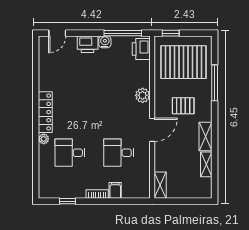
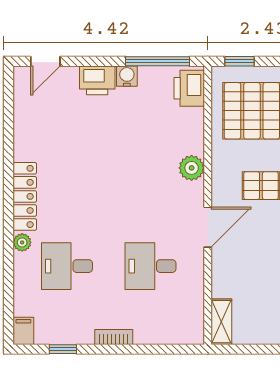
filing cabinet: (115, 190) -> (23, 331), moved

